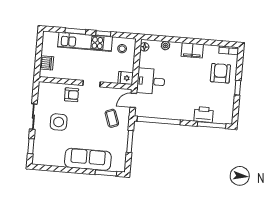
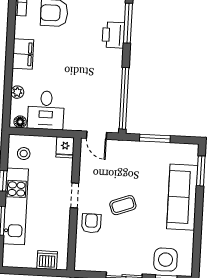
desk: (151, 81) -> (46, 110), moved
coffee table: (112, 118) -> (123, 205), moved
side table: (59, 122) -> (166, 260), moved

